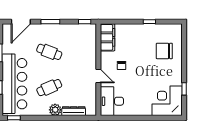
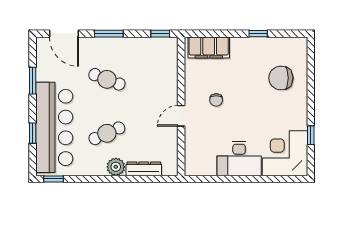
door: (21, 22) -> (64, 34), hinge flipped
filing cabinet: (108, 37) -> (209, 47), moved, turned 90
door: (98, 76) -> (181, 116), swing flipped
desk: (112, 101) -> (239, 159), moved, turned -90

